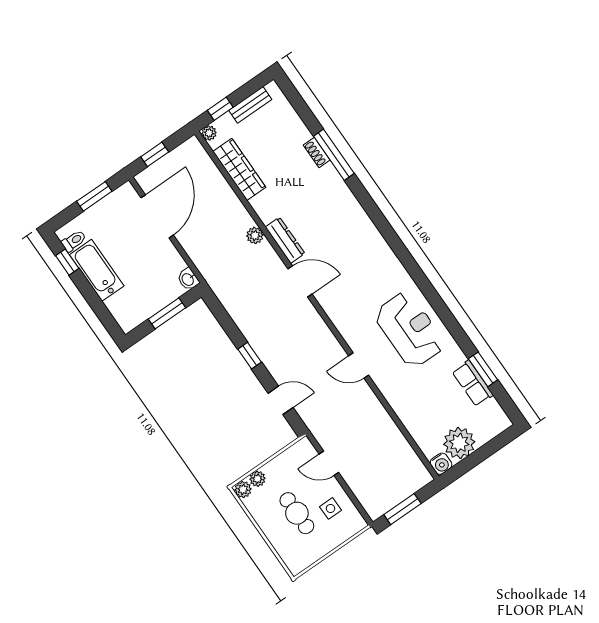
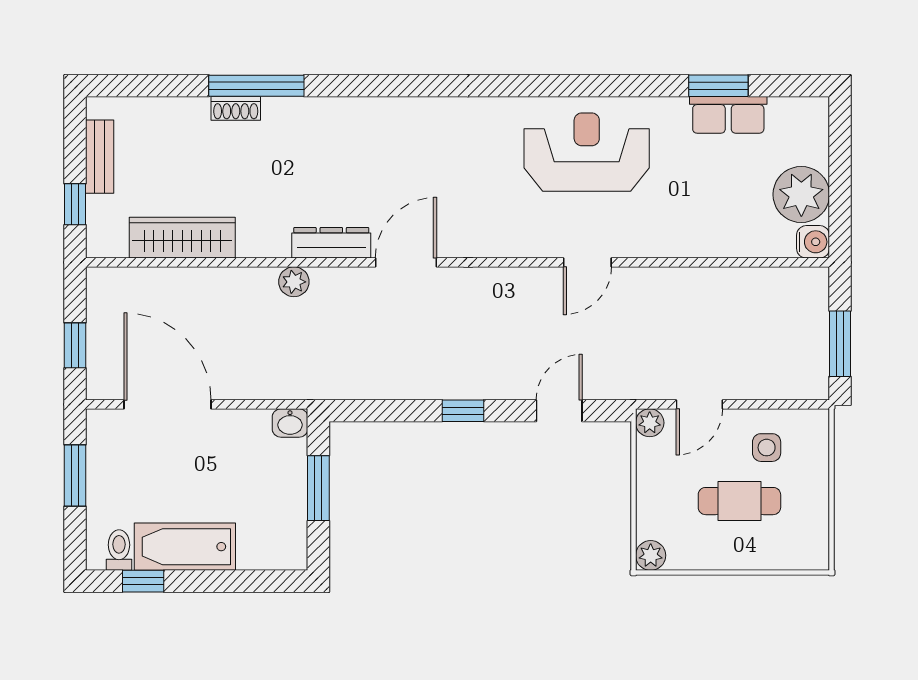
plant: (209, 133) -> (99, 245), removed
plant: (257, 479) -> (650, 423), moved

